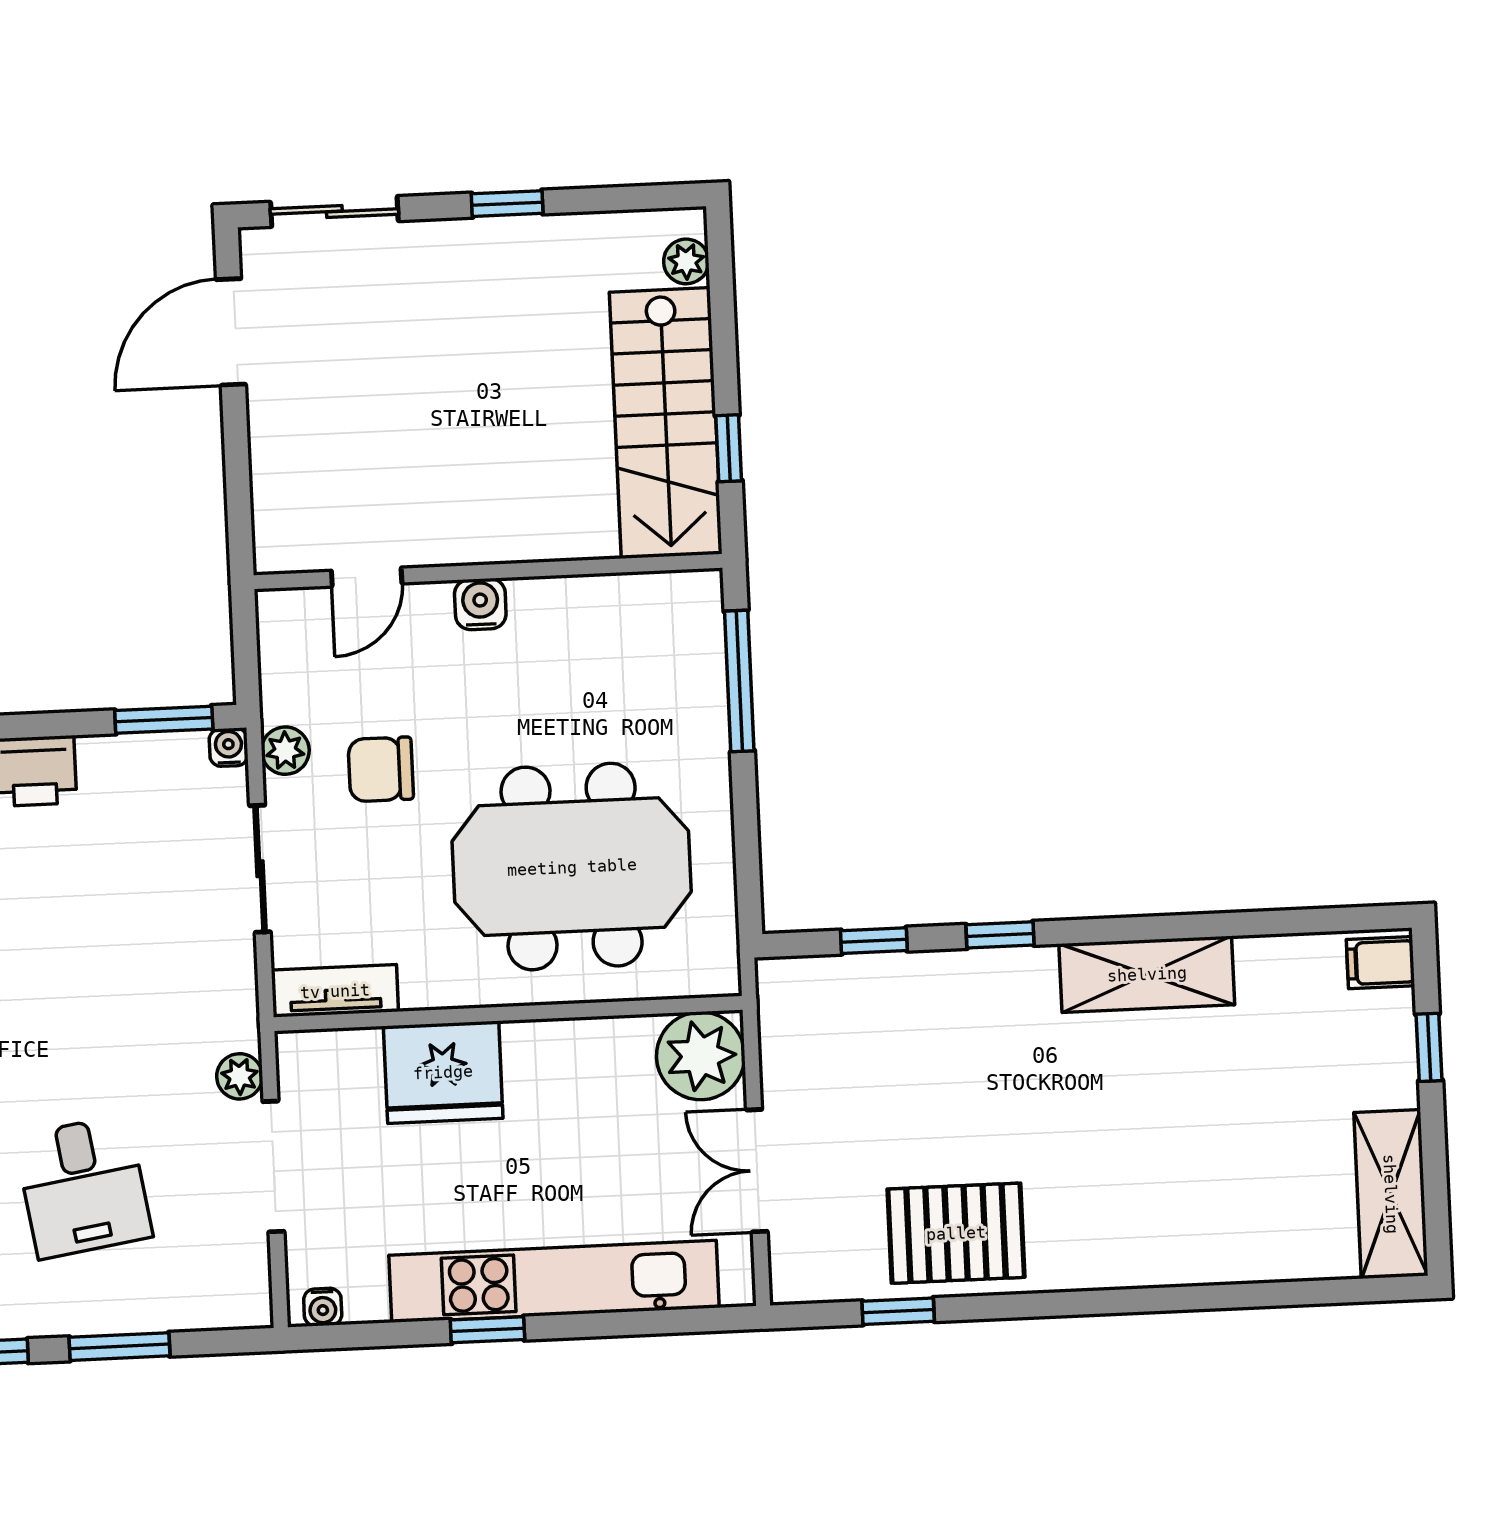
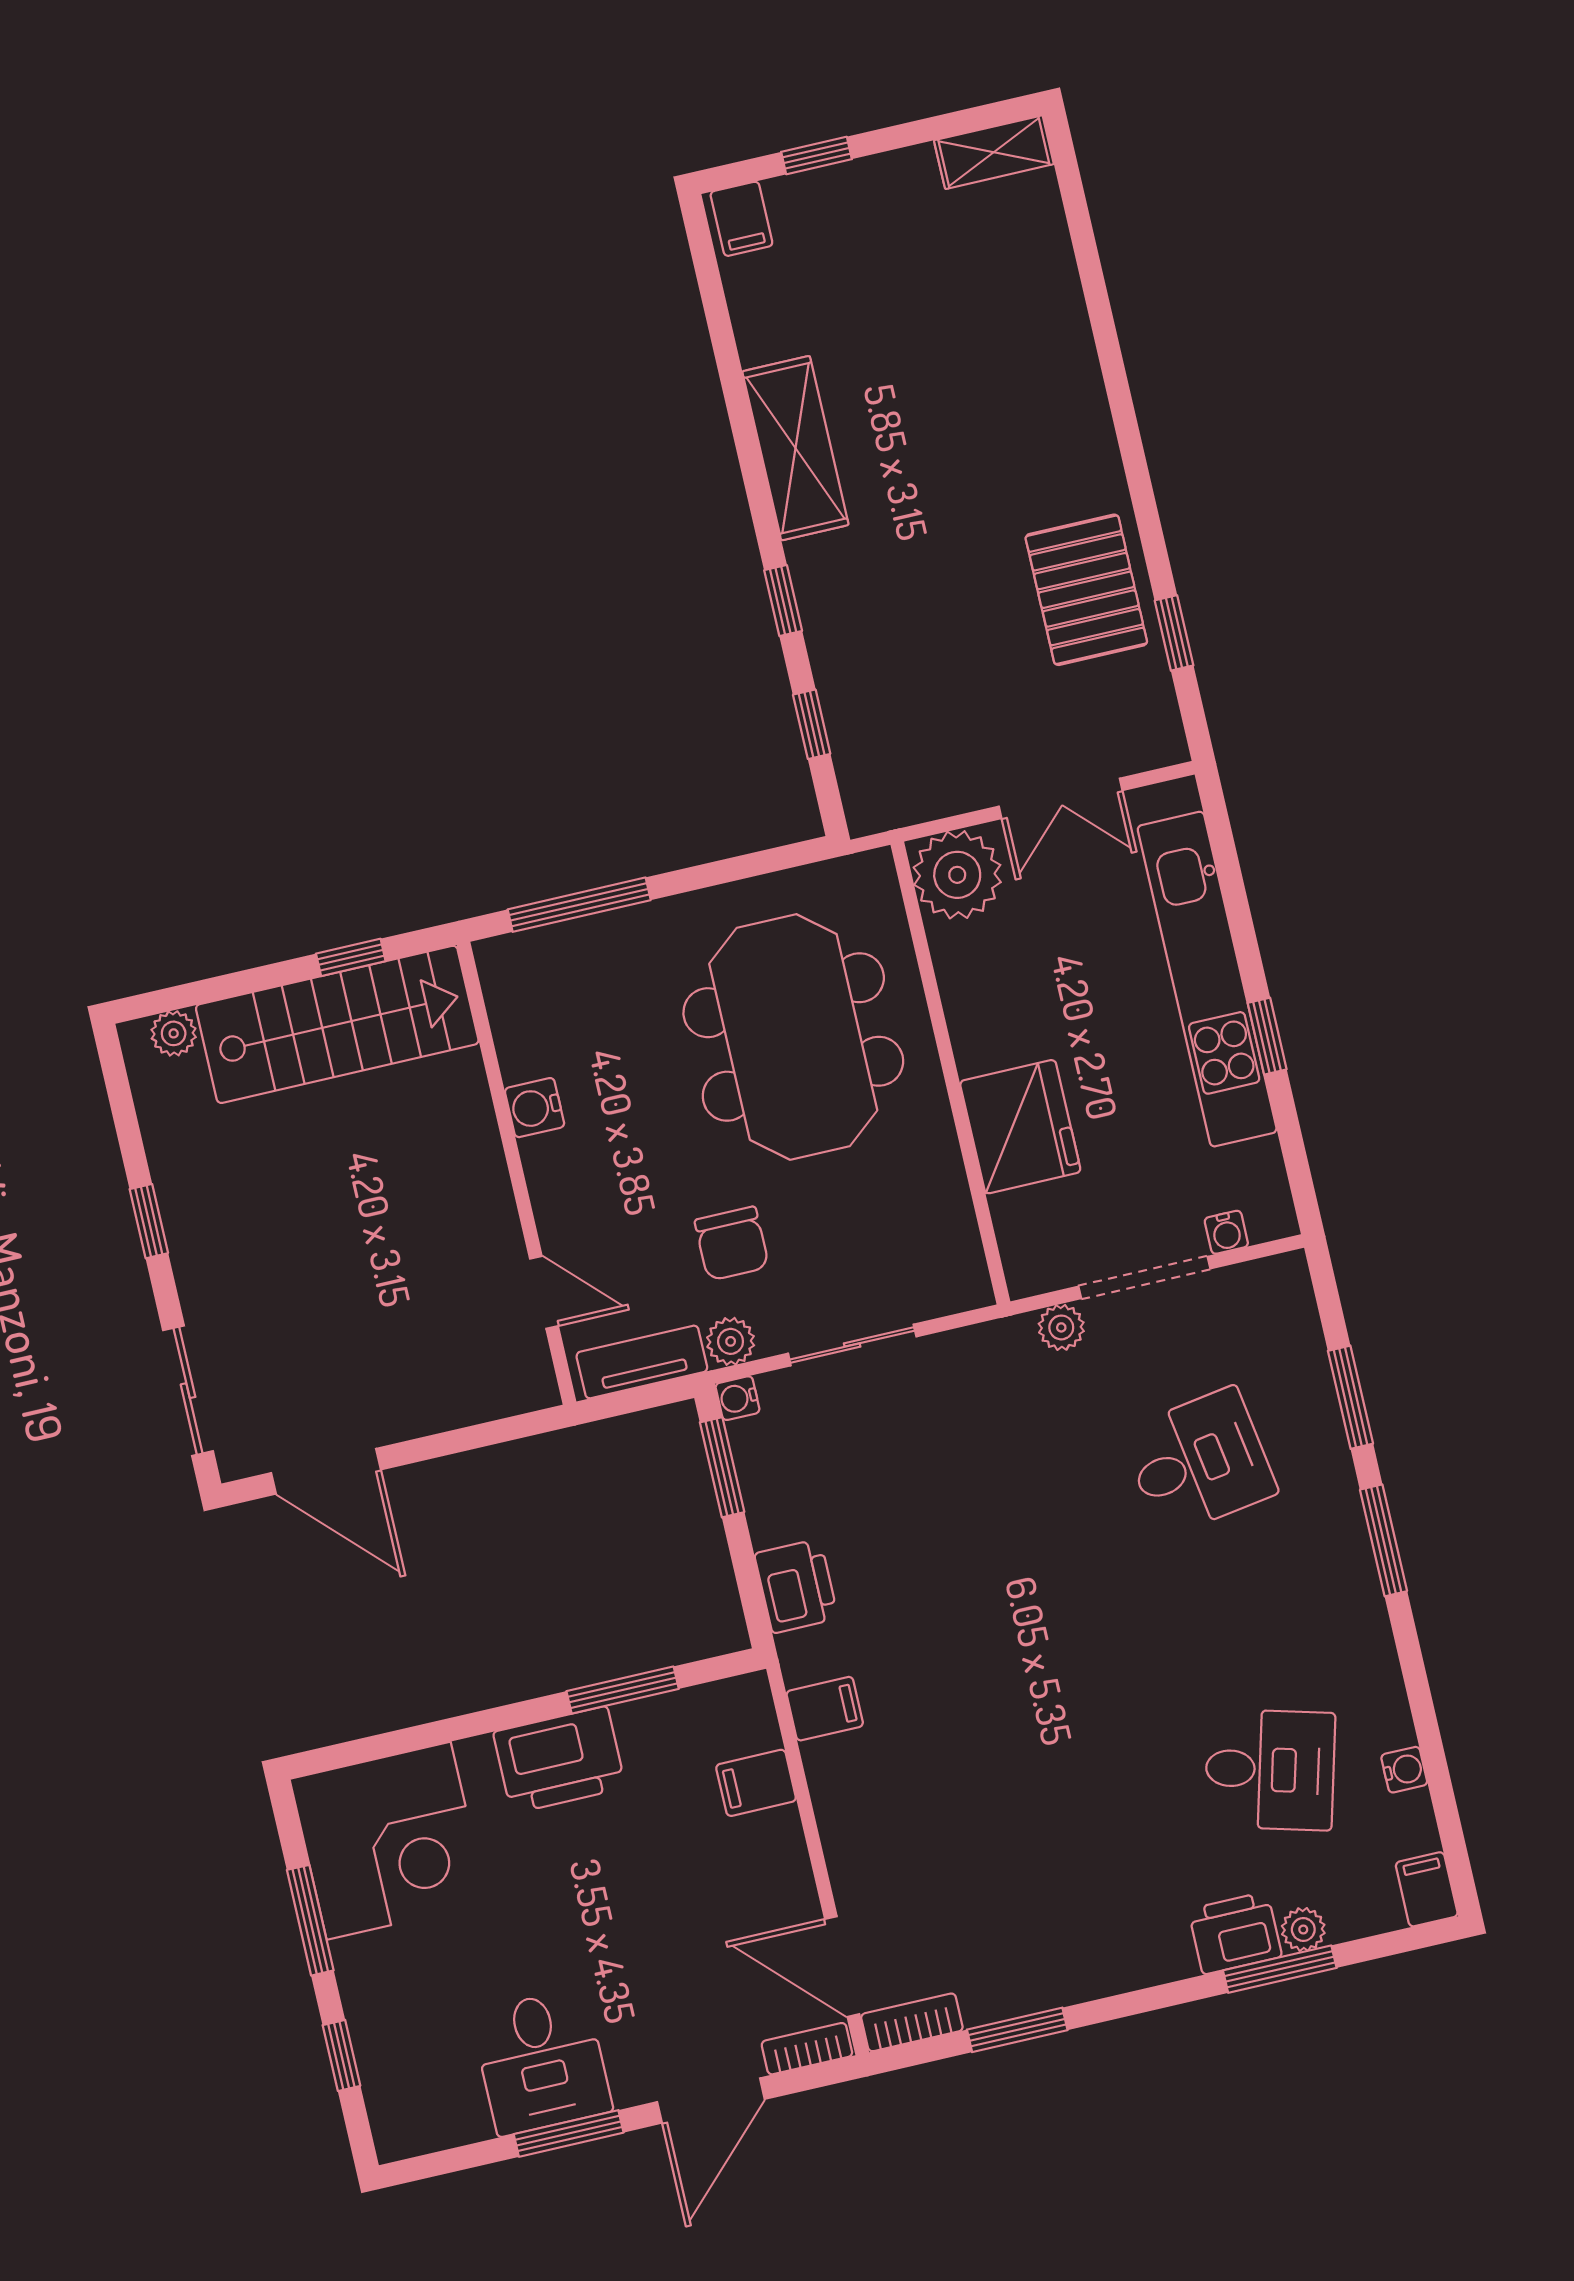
water cooler: (480, 604) -> (535, 1108), moved
tv unit: (335, 991) -> (642, 1362), moved, turned 90
shelving: (1391, 1194) -> (994, 152), width x0.67, depth x0.75
water cooler: (323, 1307) -> (1226, 1232), moved, turned 90

